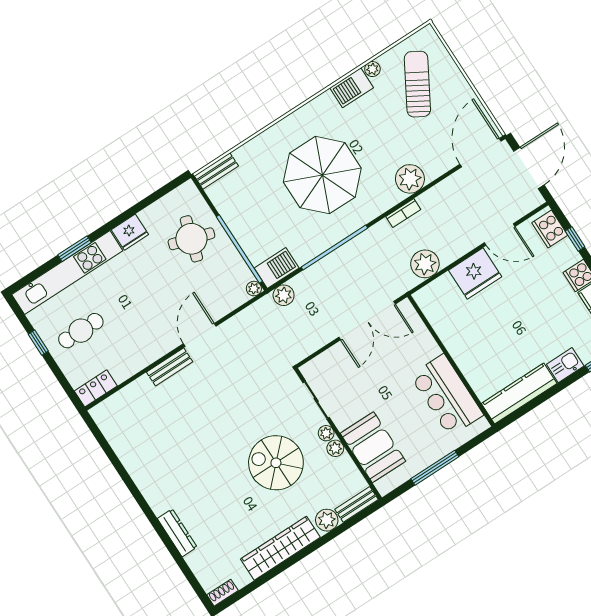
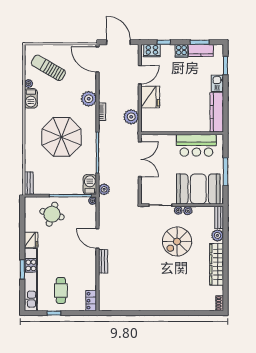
booth: (373, 447) -> (198, 189), width x1.36, depth x1.42
dresser: (177, 533) -> (180, 306), removed

